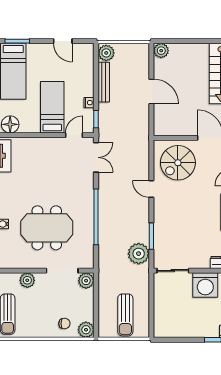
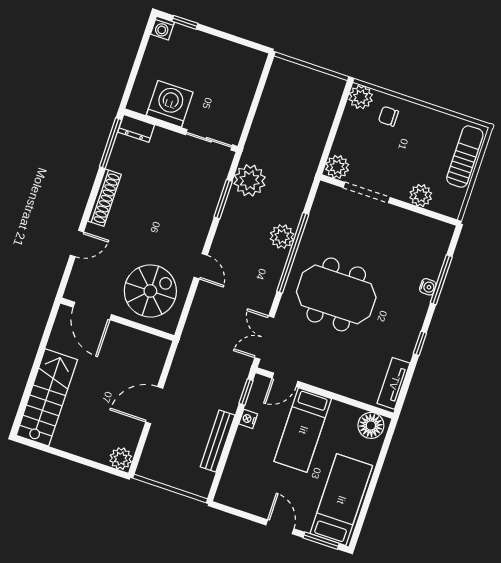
door: (63, 41) -> (280, 527), moved
plant: (106, 53) -> (282, 237), moved
door: (151, 91) -> (154, 405), hinge flipped
meeting table: (47, 228) -> (336, 294), moved
sun lounger: (125, 315) -> (298, 99), removed

